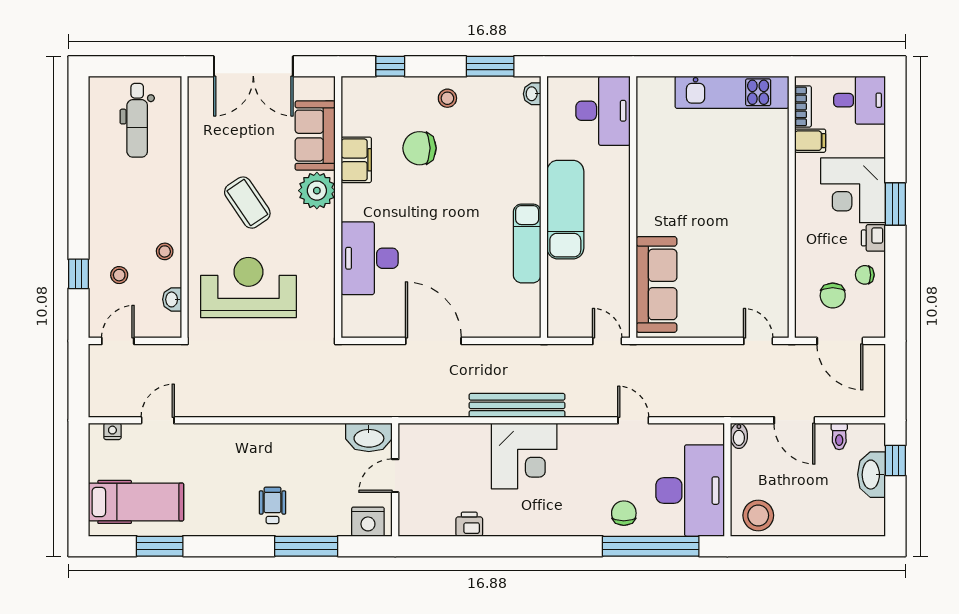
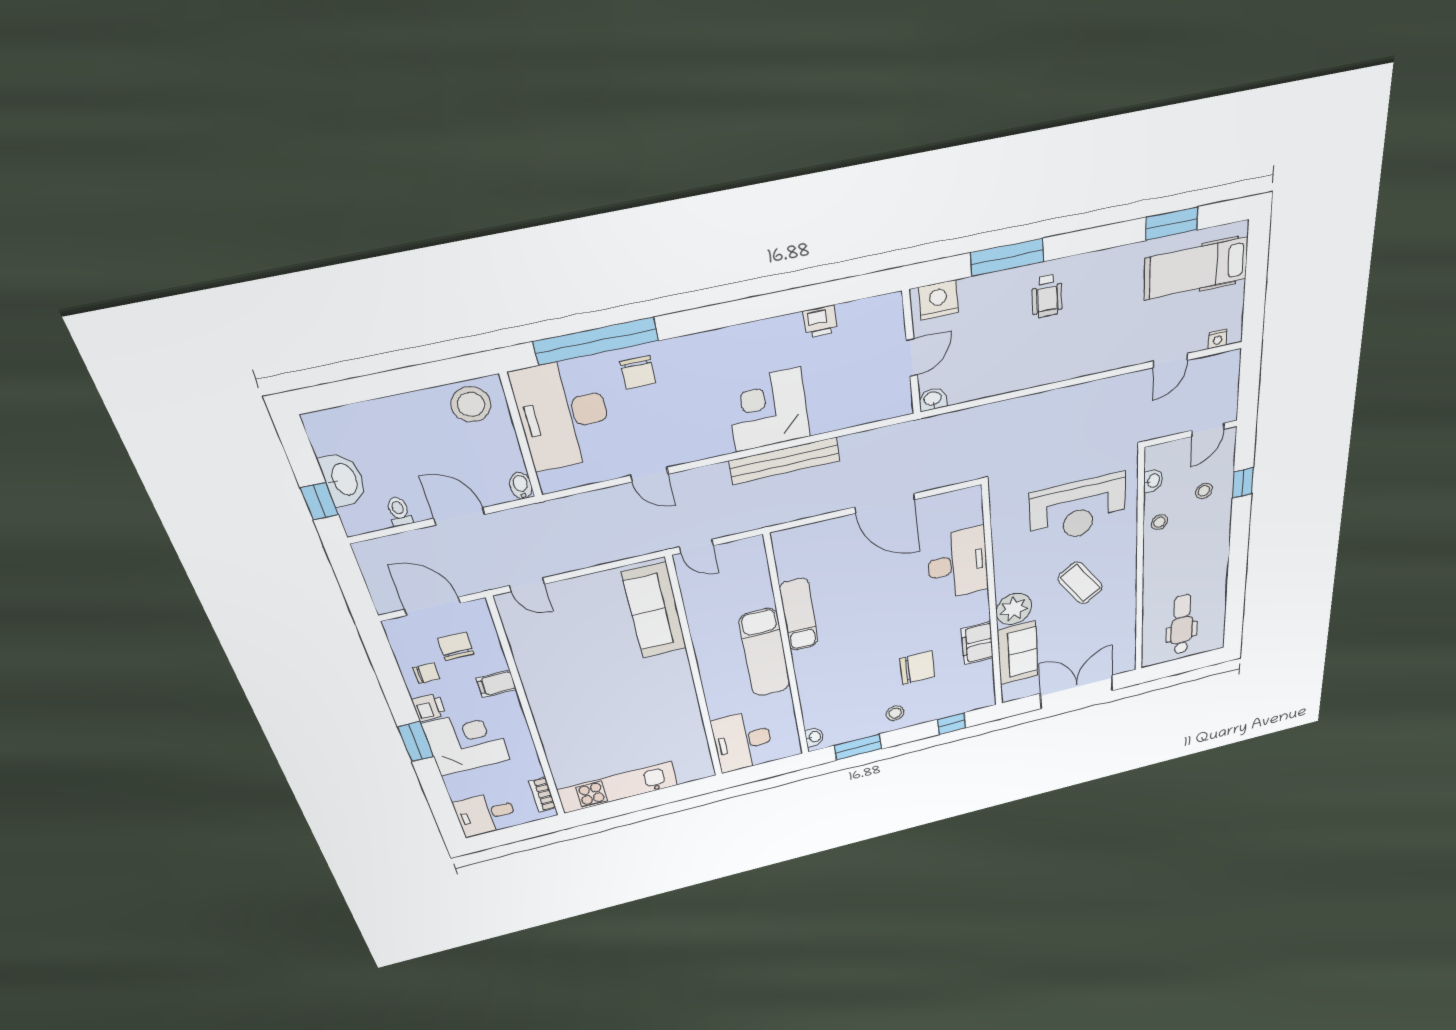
filing cabinet: (810, 141) -> (496, 684), moved
washbasin: (369, 437) -> (933, 399), width x0.52, depth x0.69

